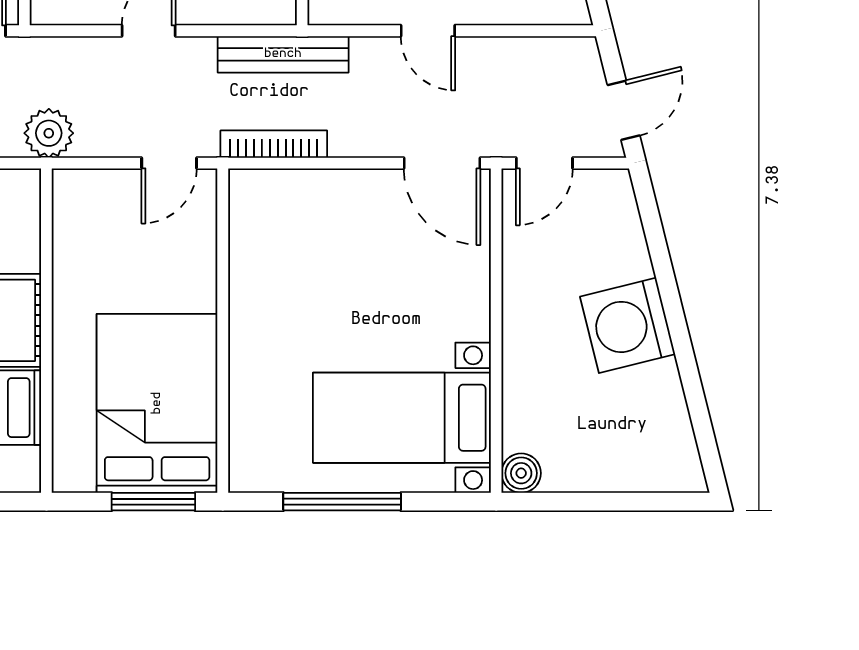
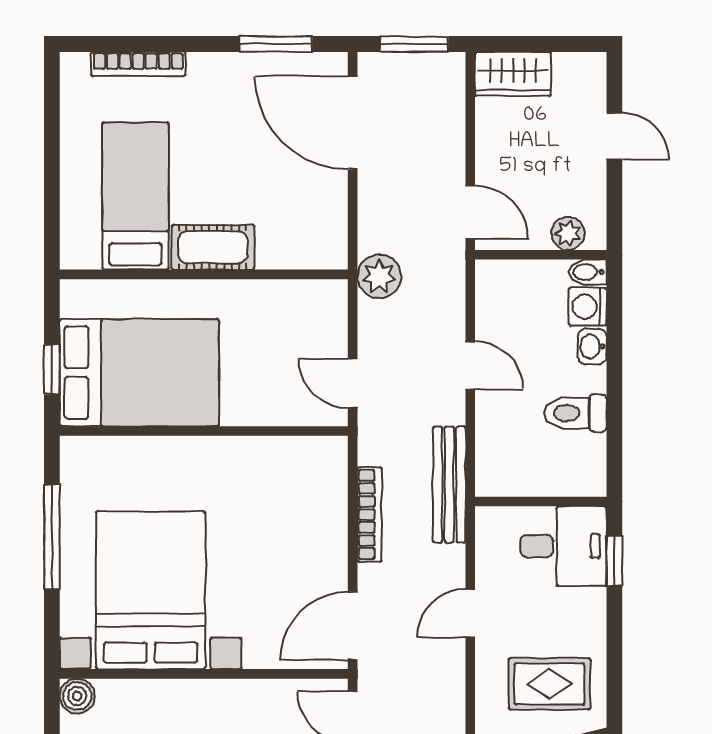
bookcase: (274, 144) -> (370, 514), moved
bed with nightstands: (402, 418) -> (151, 590), width x1.36
window: (153, 502) -> (52, 369), width x0.67

